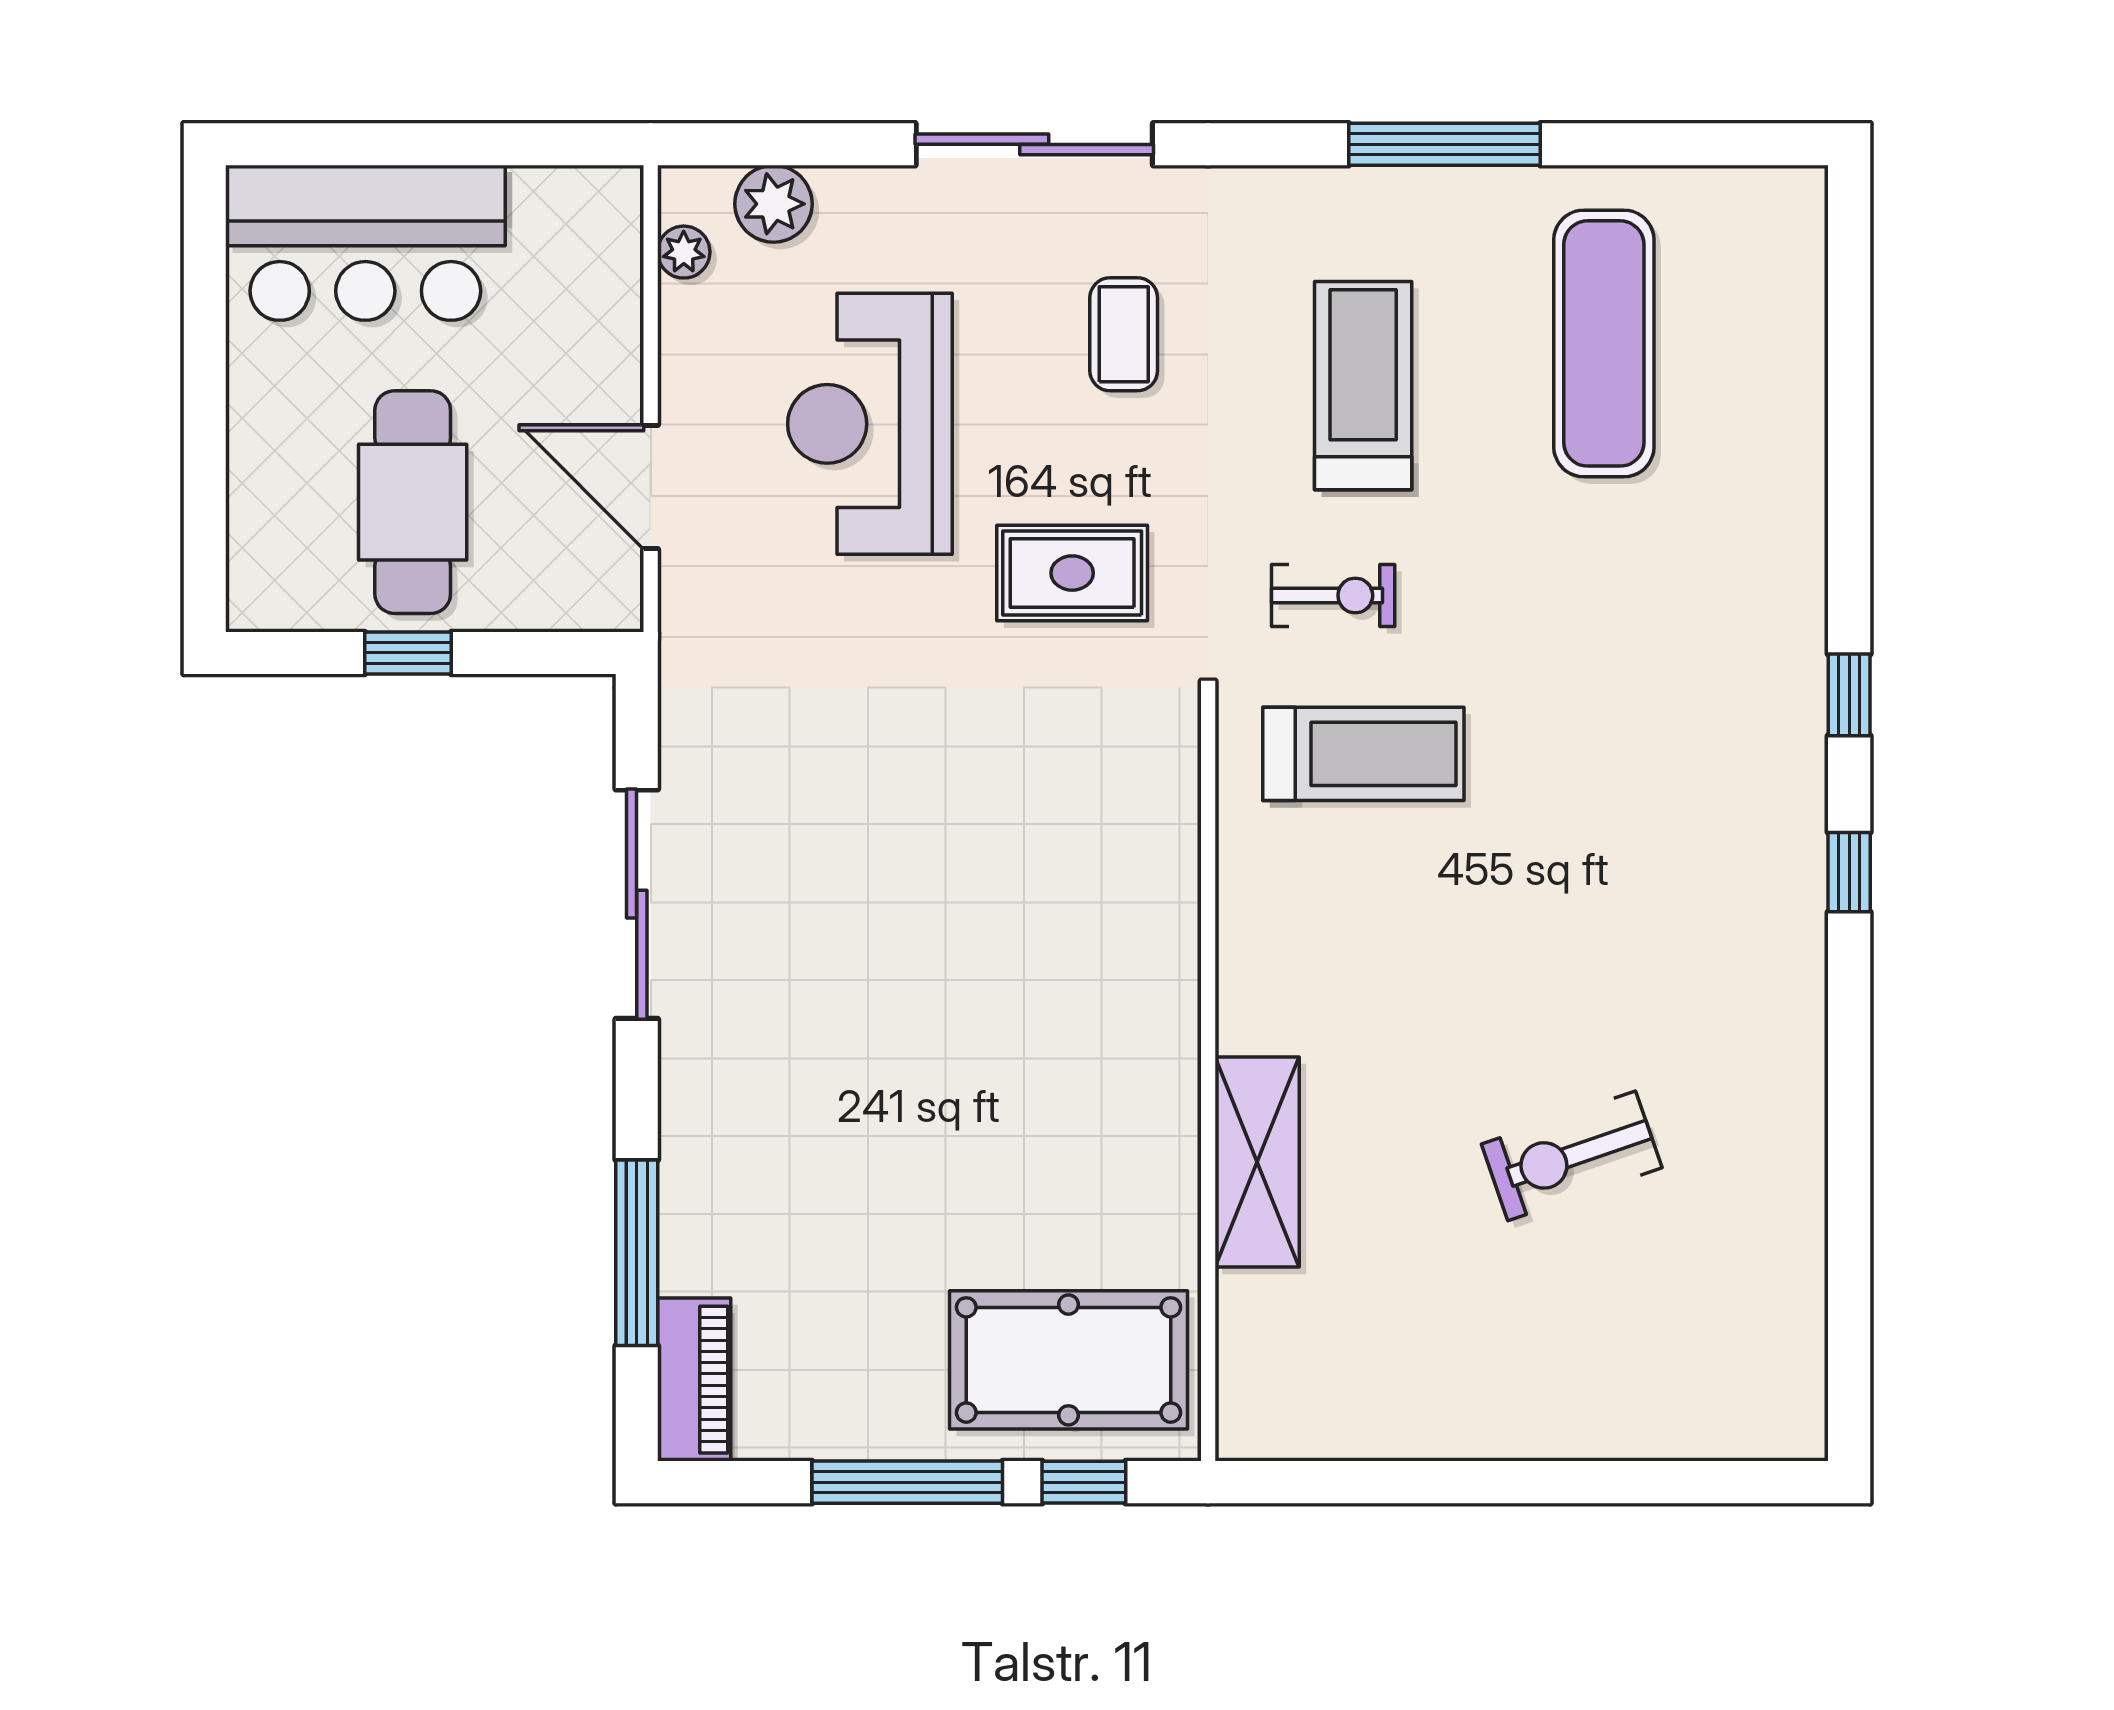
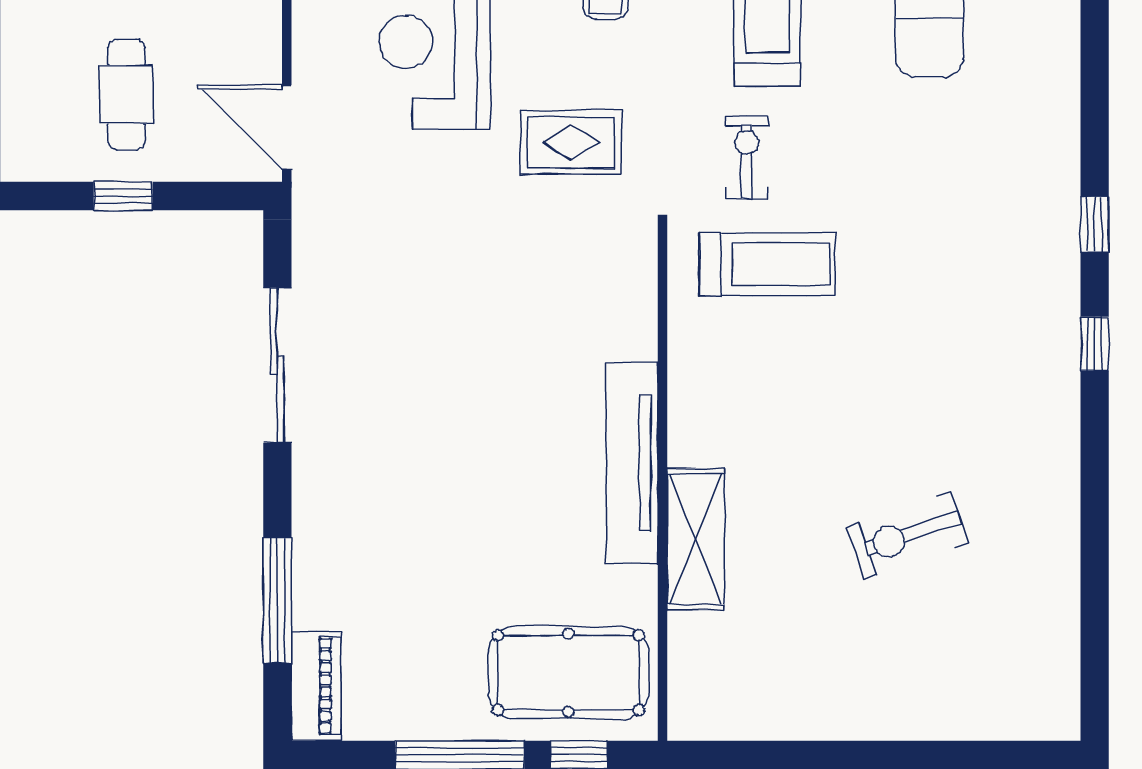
door: (651, 487) -> (287, 127), moved
cafe table: (413, 502) -> (126, 94), width x0.73, depth x0.74
exercise bike: (1333, 595) -> (747, 157), turned -90
tv unit: (1163, 1049) -> (632, 463), added

